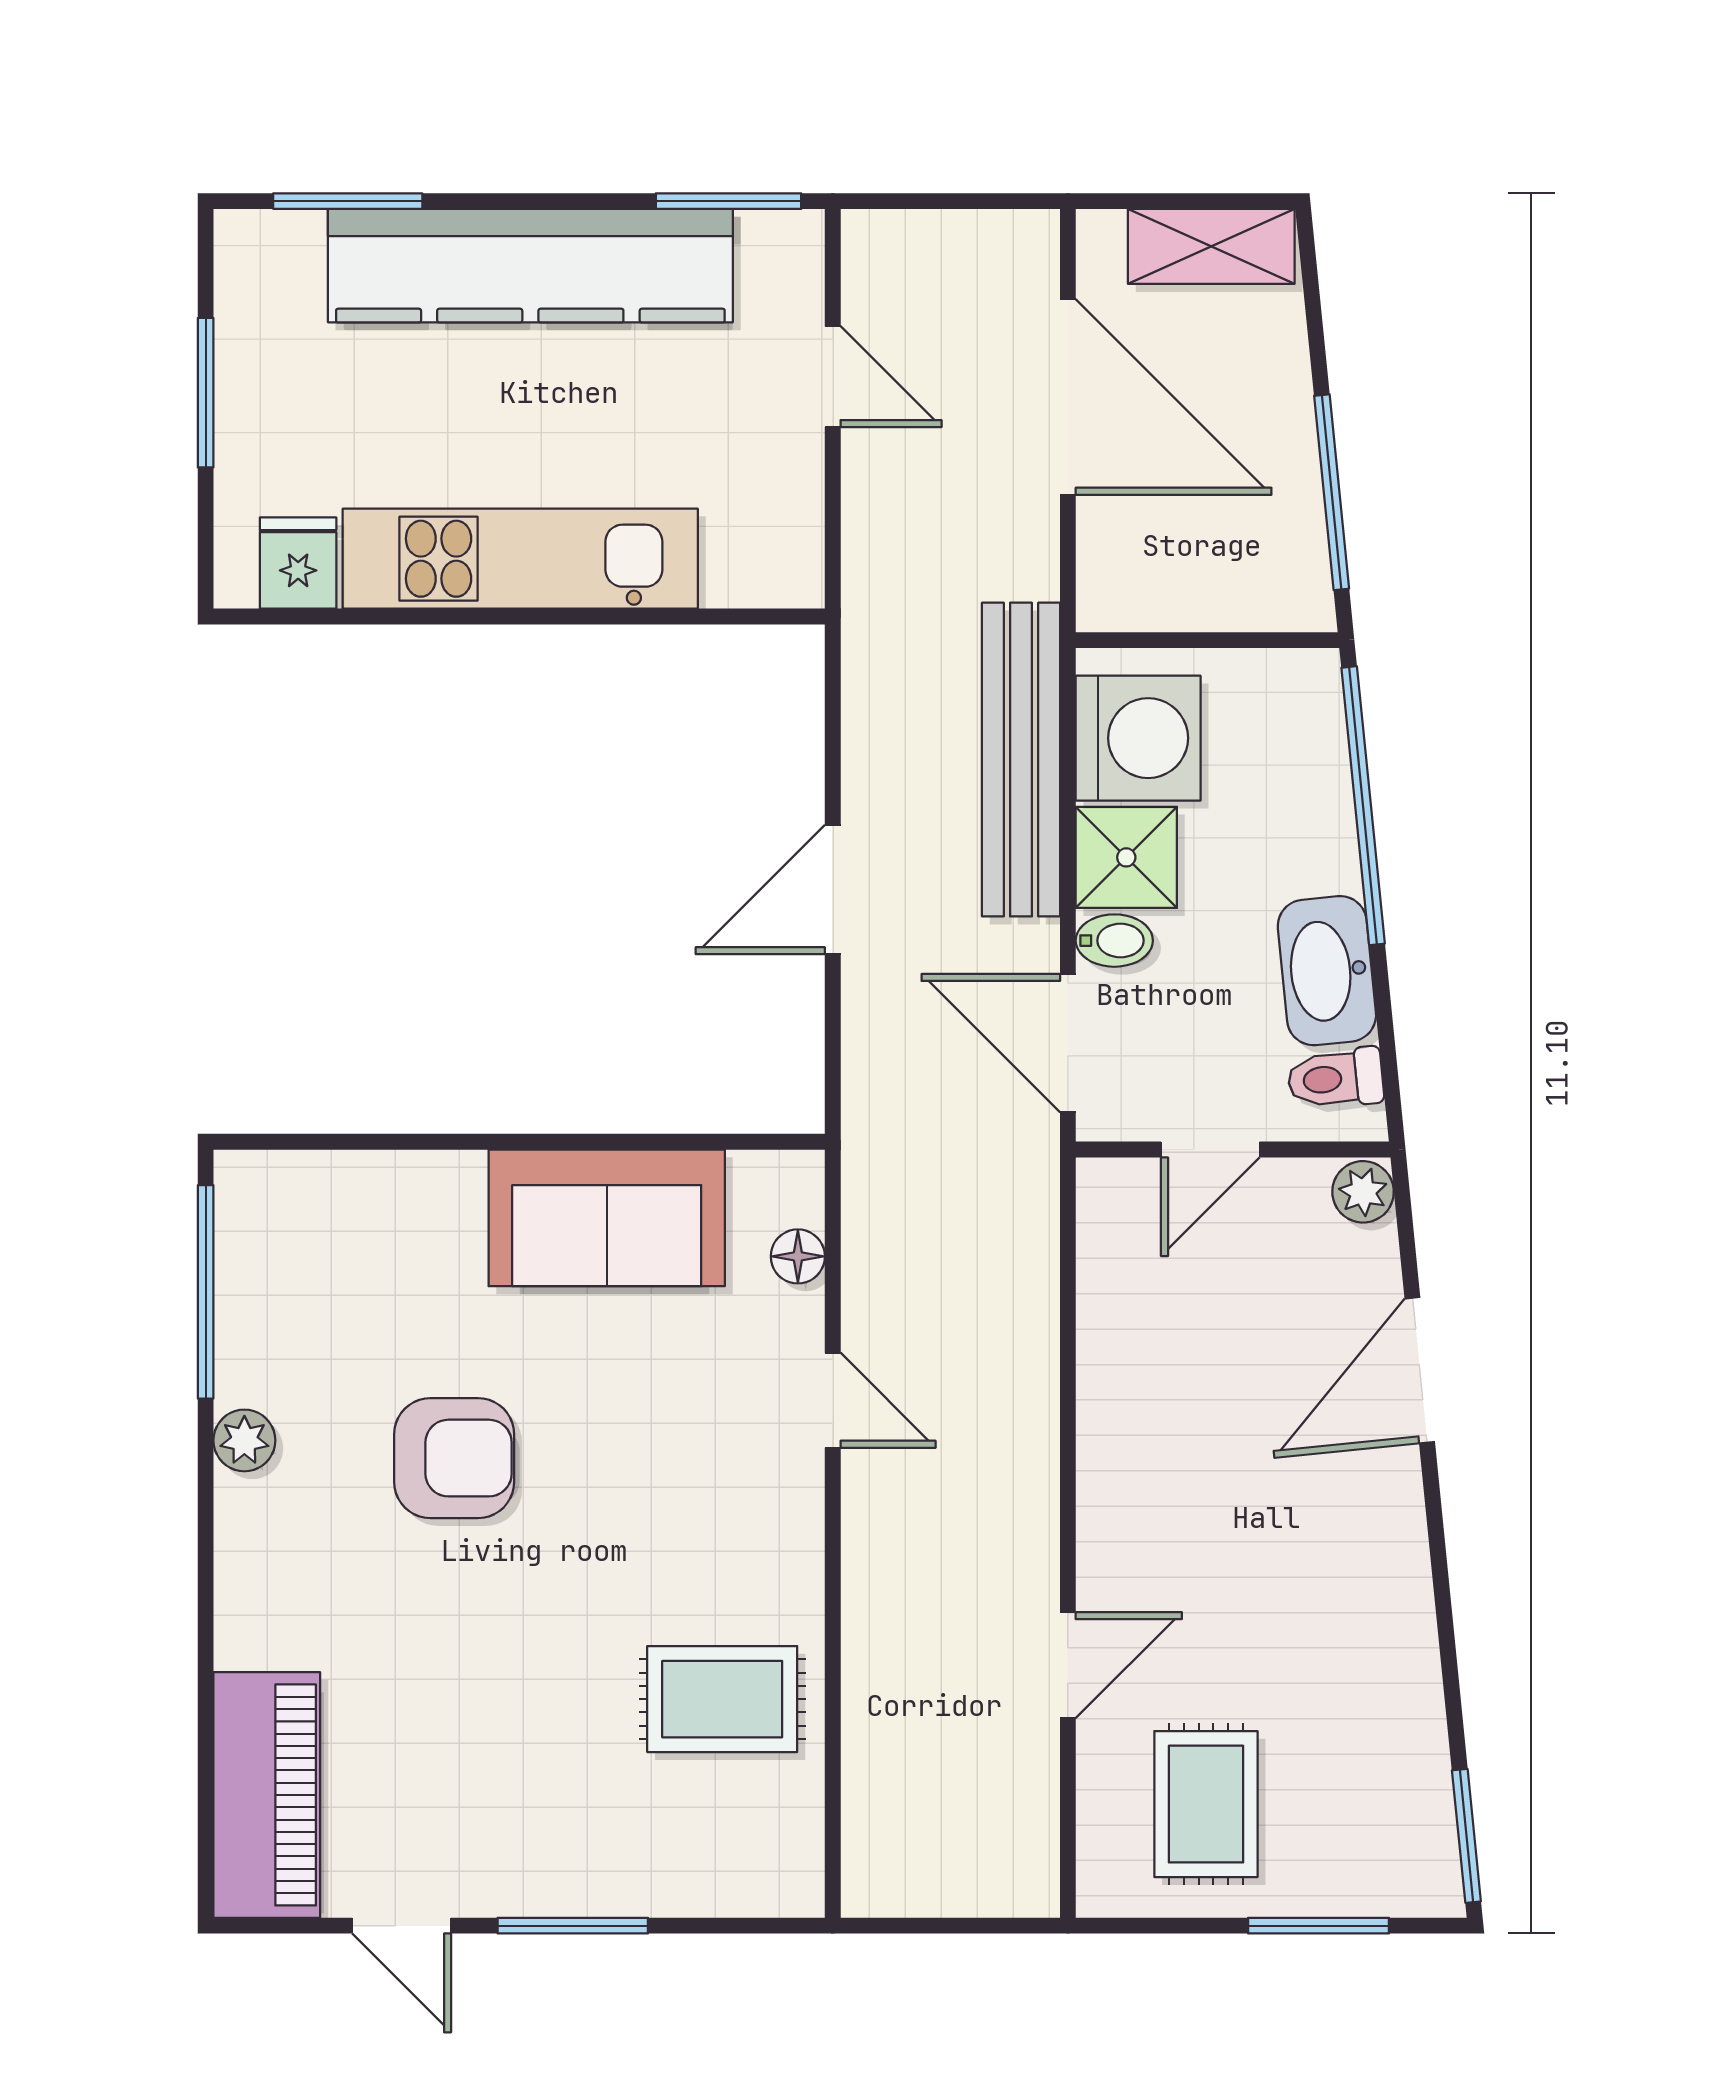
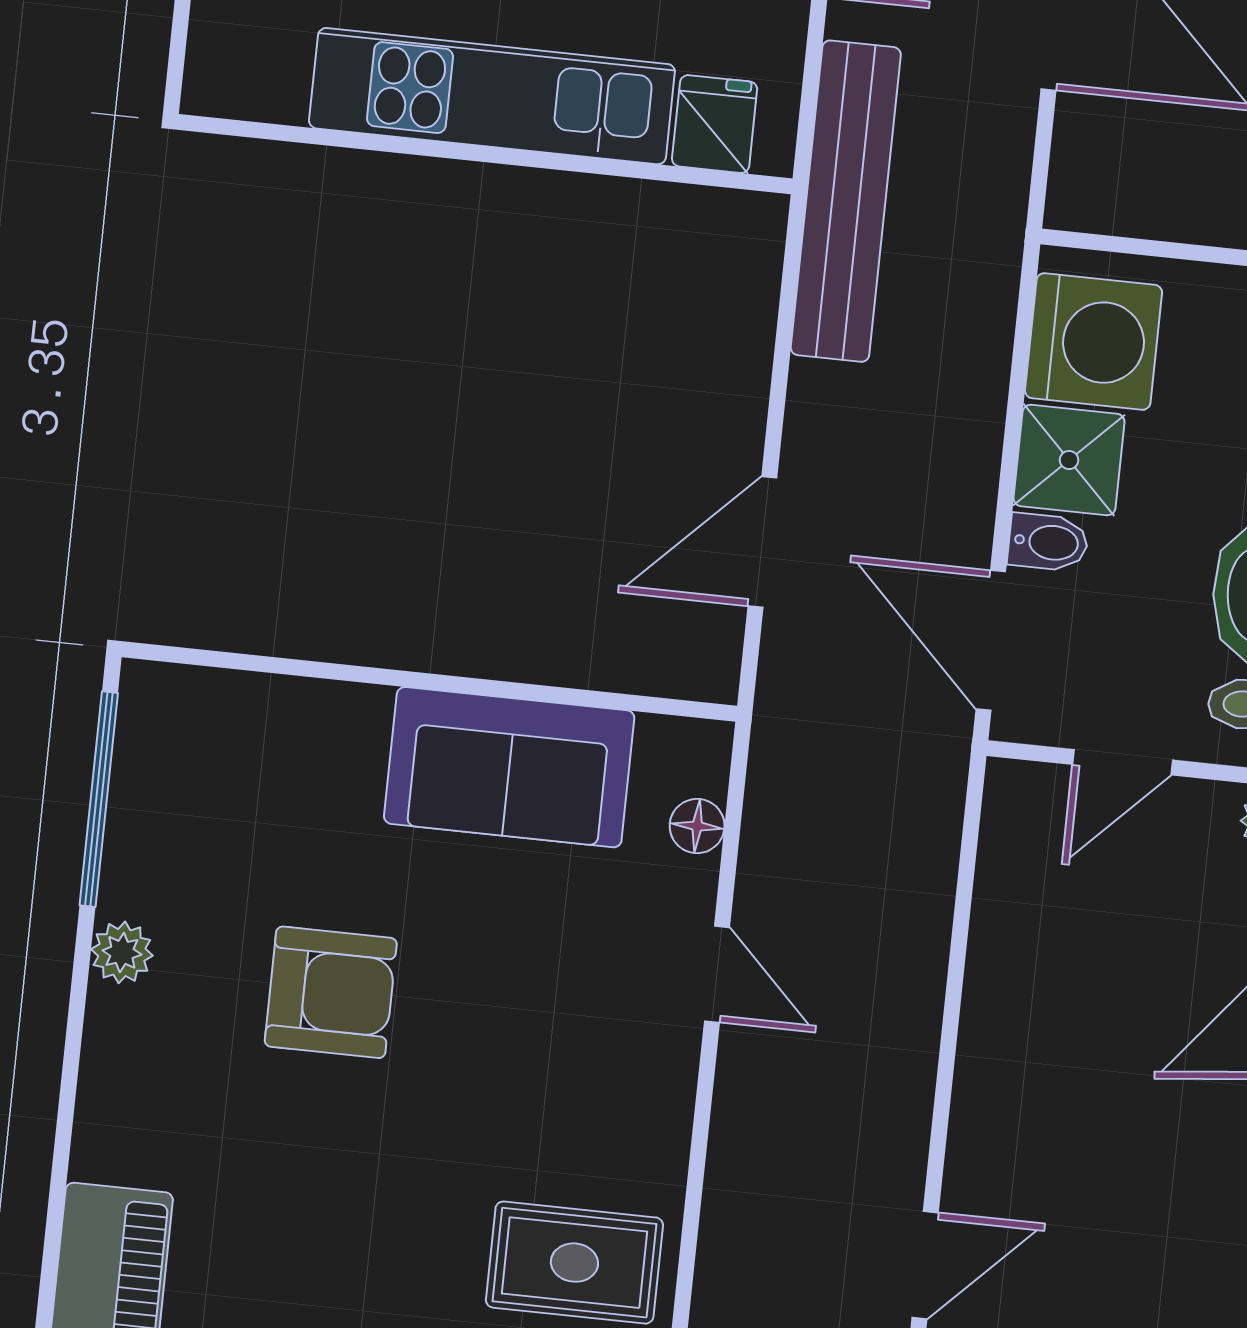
fridge: (298, 563) -> (715, 124), moved
bench: (1021, 760) -> (846, 201), moved
door: (833, 890) -> (762, 542), moved

